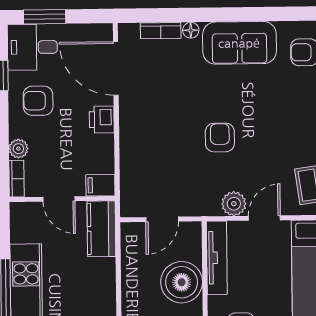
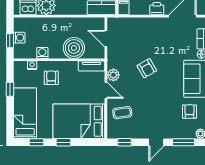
armchair: (220, 138) -> (147, 68), turned 60
tv unit: (217, 258) -> (91, 66), width x0.71

